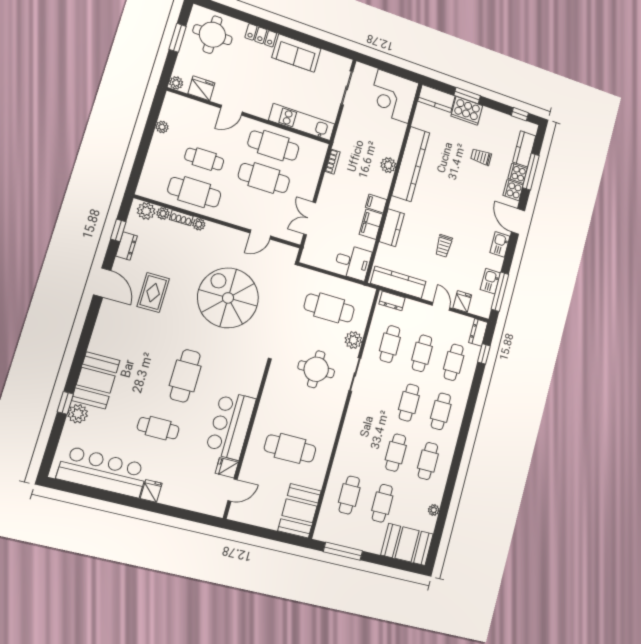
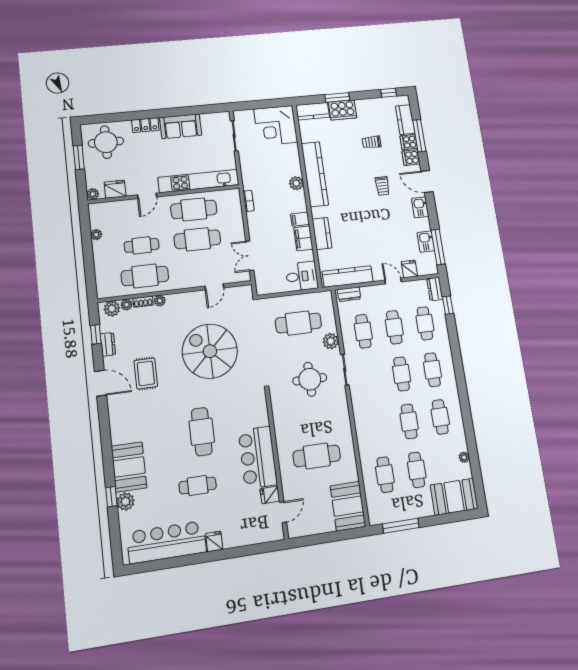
kitchen unit: (302, 122) -> (199, 181), width x1.36
trolley: (444, 246) -> (382, 186), moved

